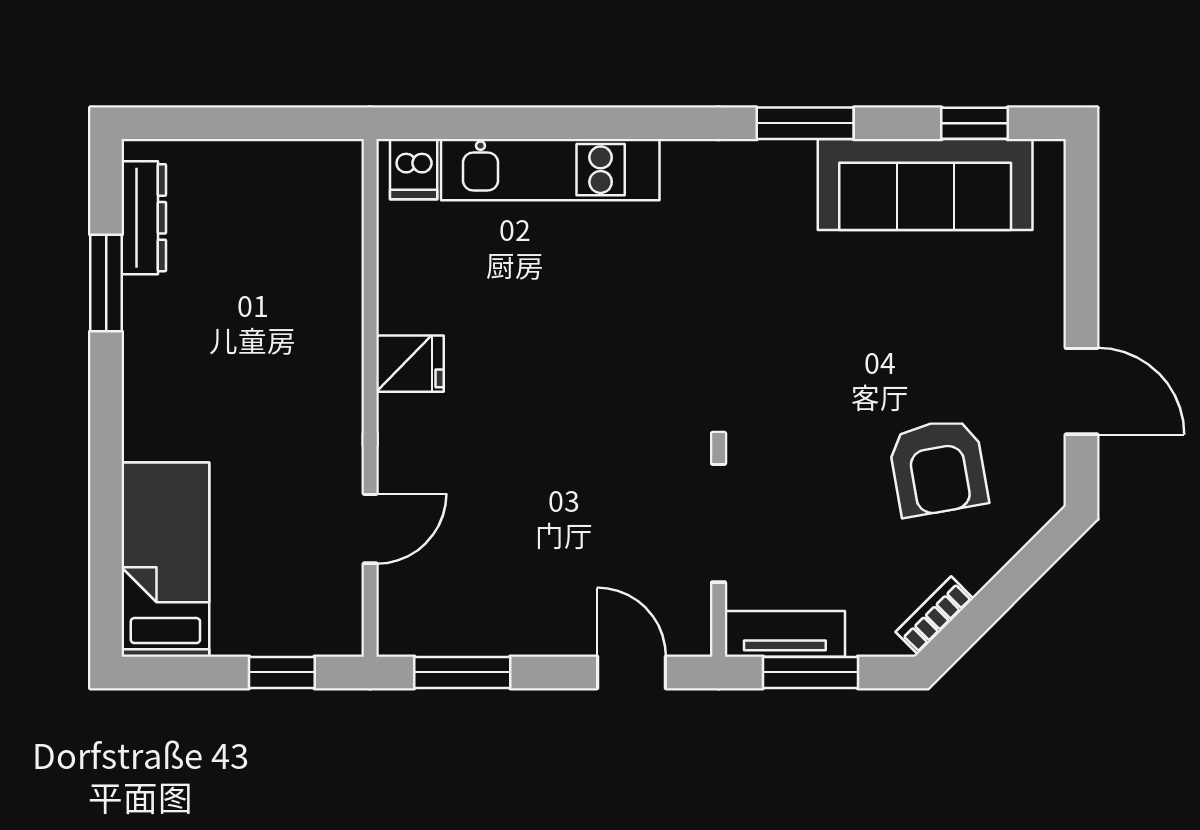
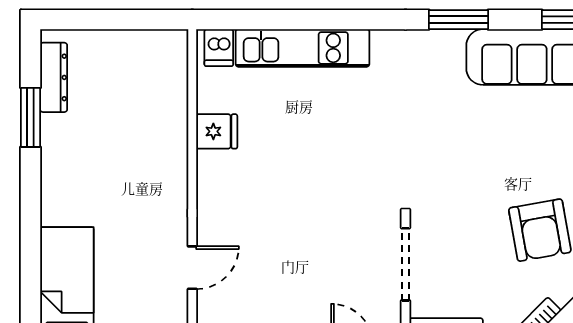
fridge: (410, 364) -> (217, 131), moved

